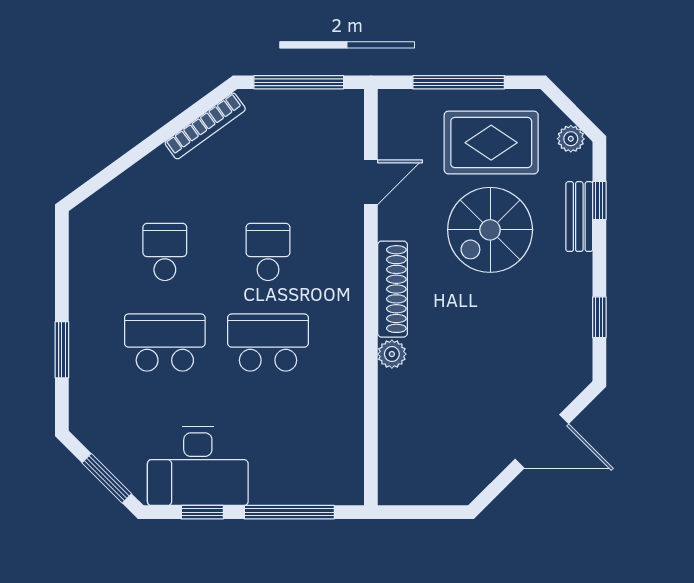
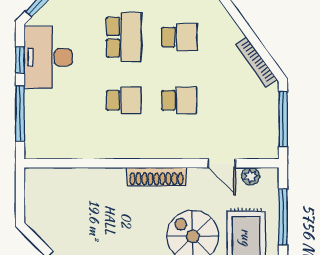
school desk: (268, 343) -> (124, 100), width x0.54
plant: (392, 354) -> (251, 176), moved

